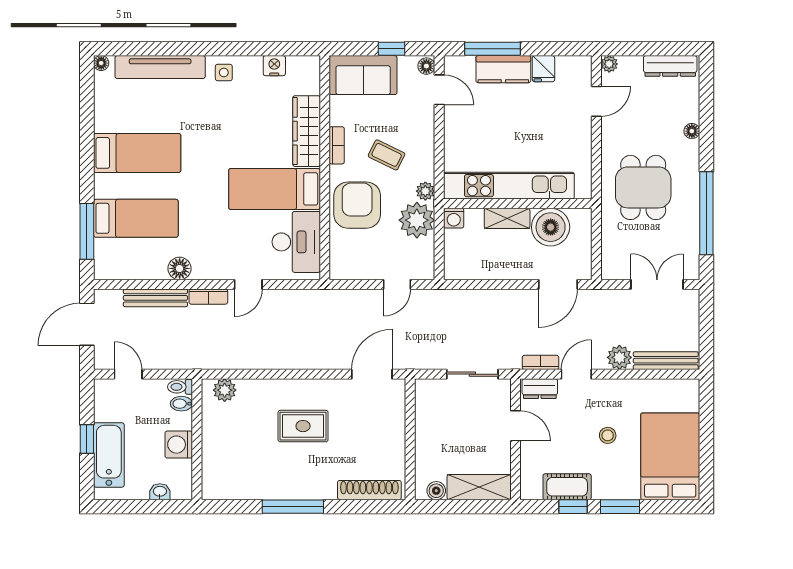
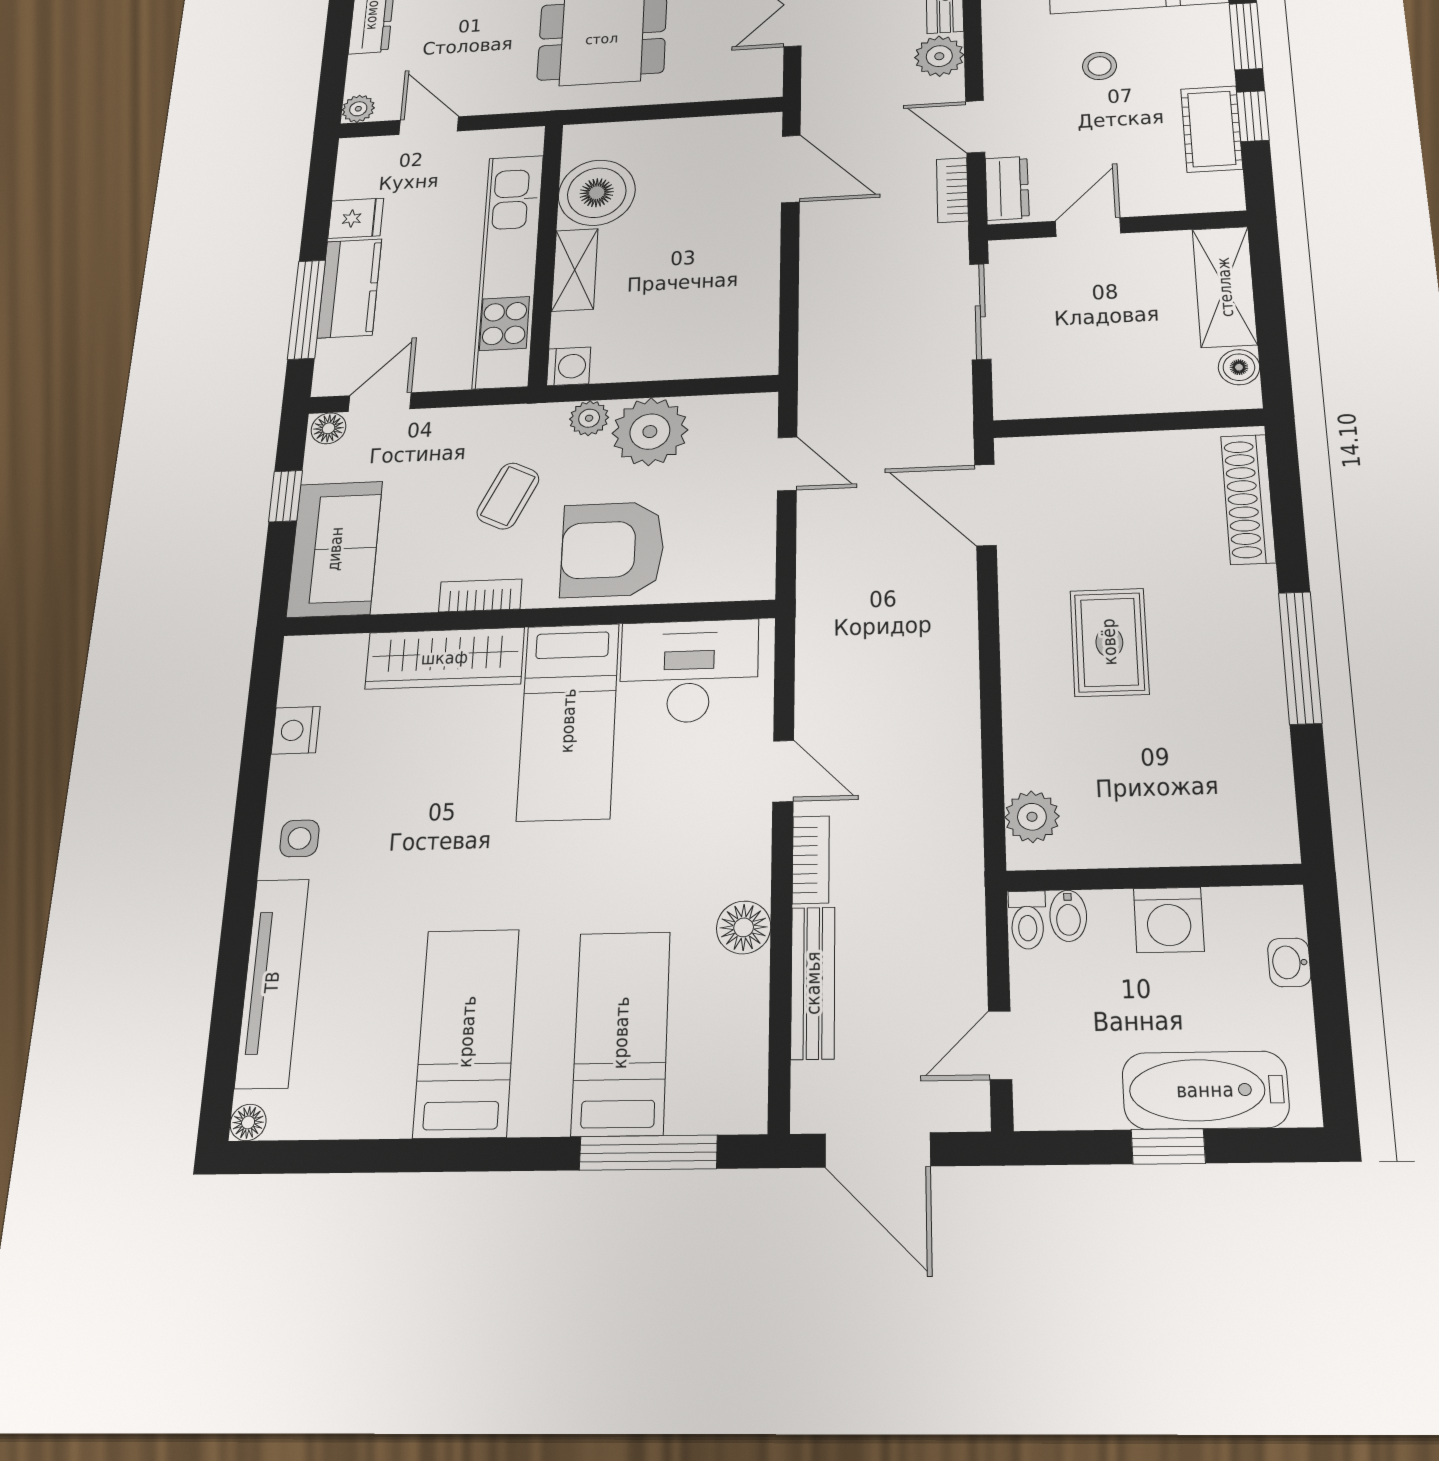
kitchen unit: (509, 186) -> (508, 270), moved
wall: (518, 204) -> (546, 252), moved
washing machine: (454, 218) -> (569, 366), moved
shelving: (507, 218) -> (575, 270), moved
boiler: (551, 227) -> (597, 193), moved

